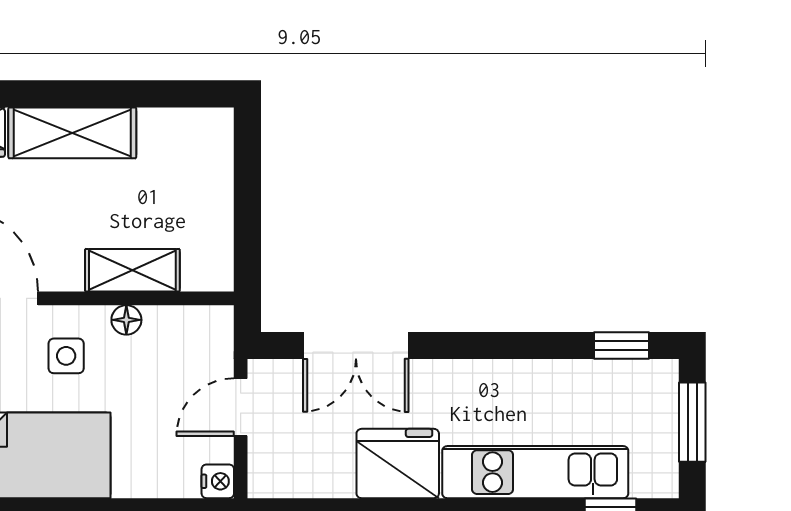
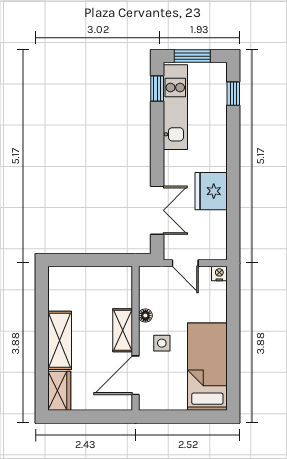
shelving: (132, 270) -> (123, 330), moved
kitchen unit: (535, 472) -> (175, 107), moved, turned 180

